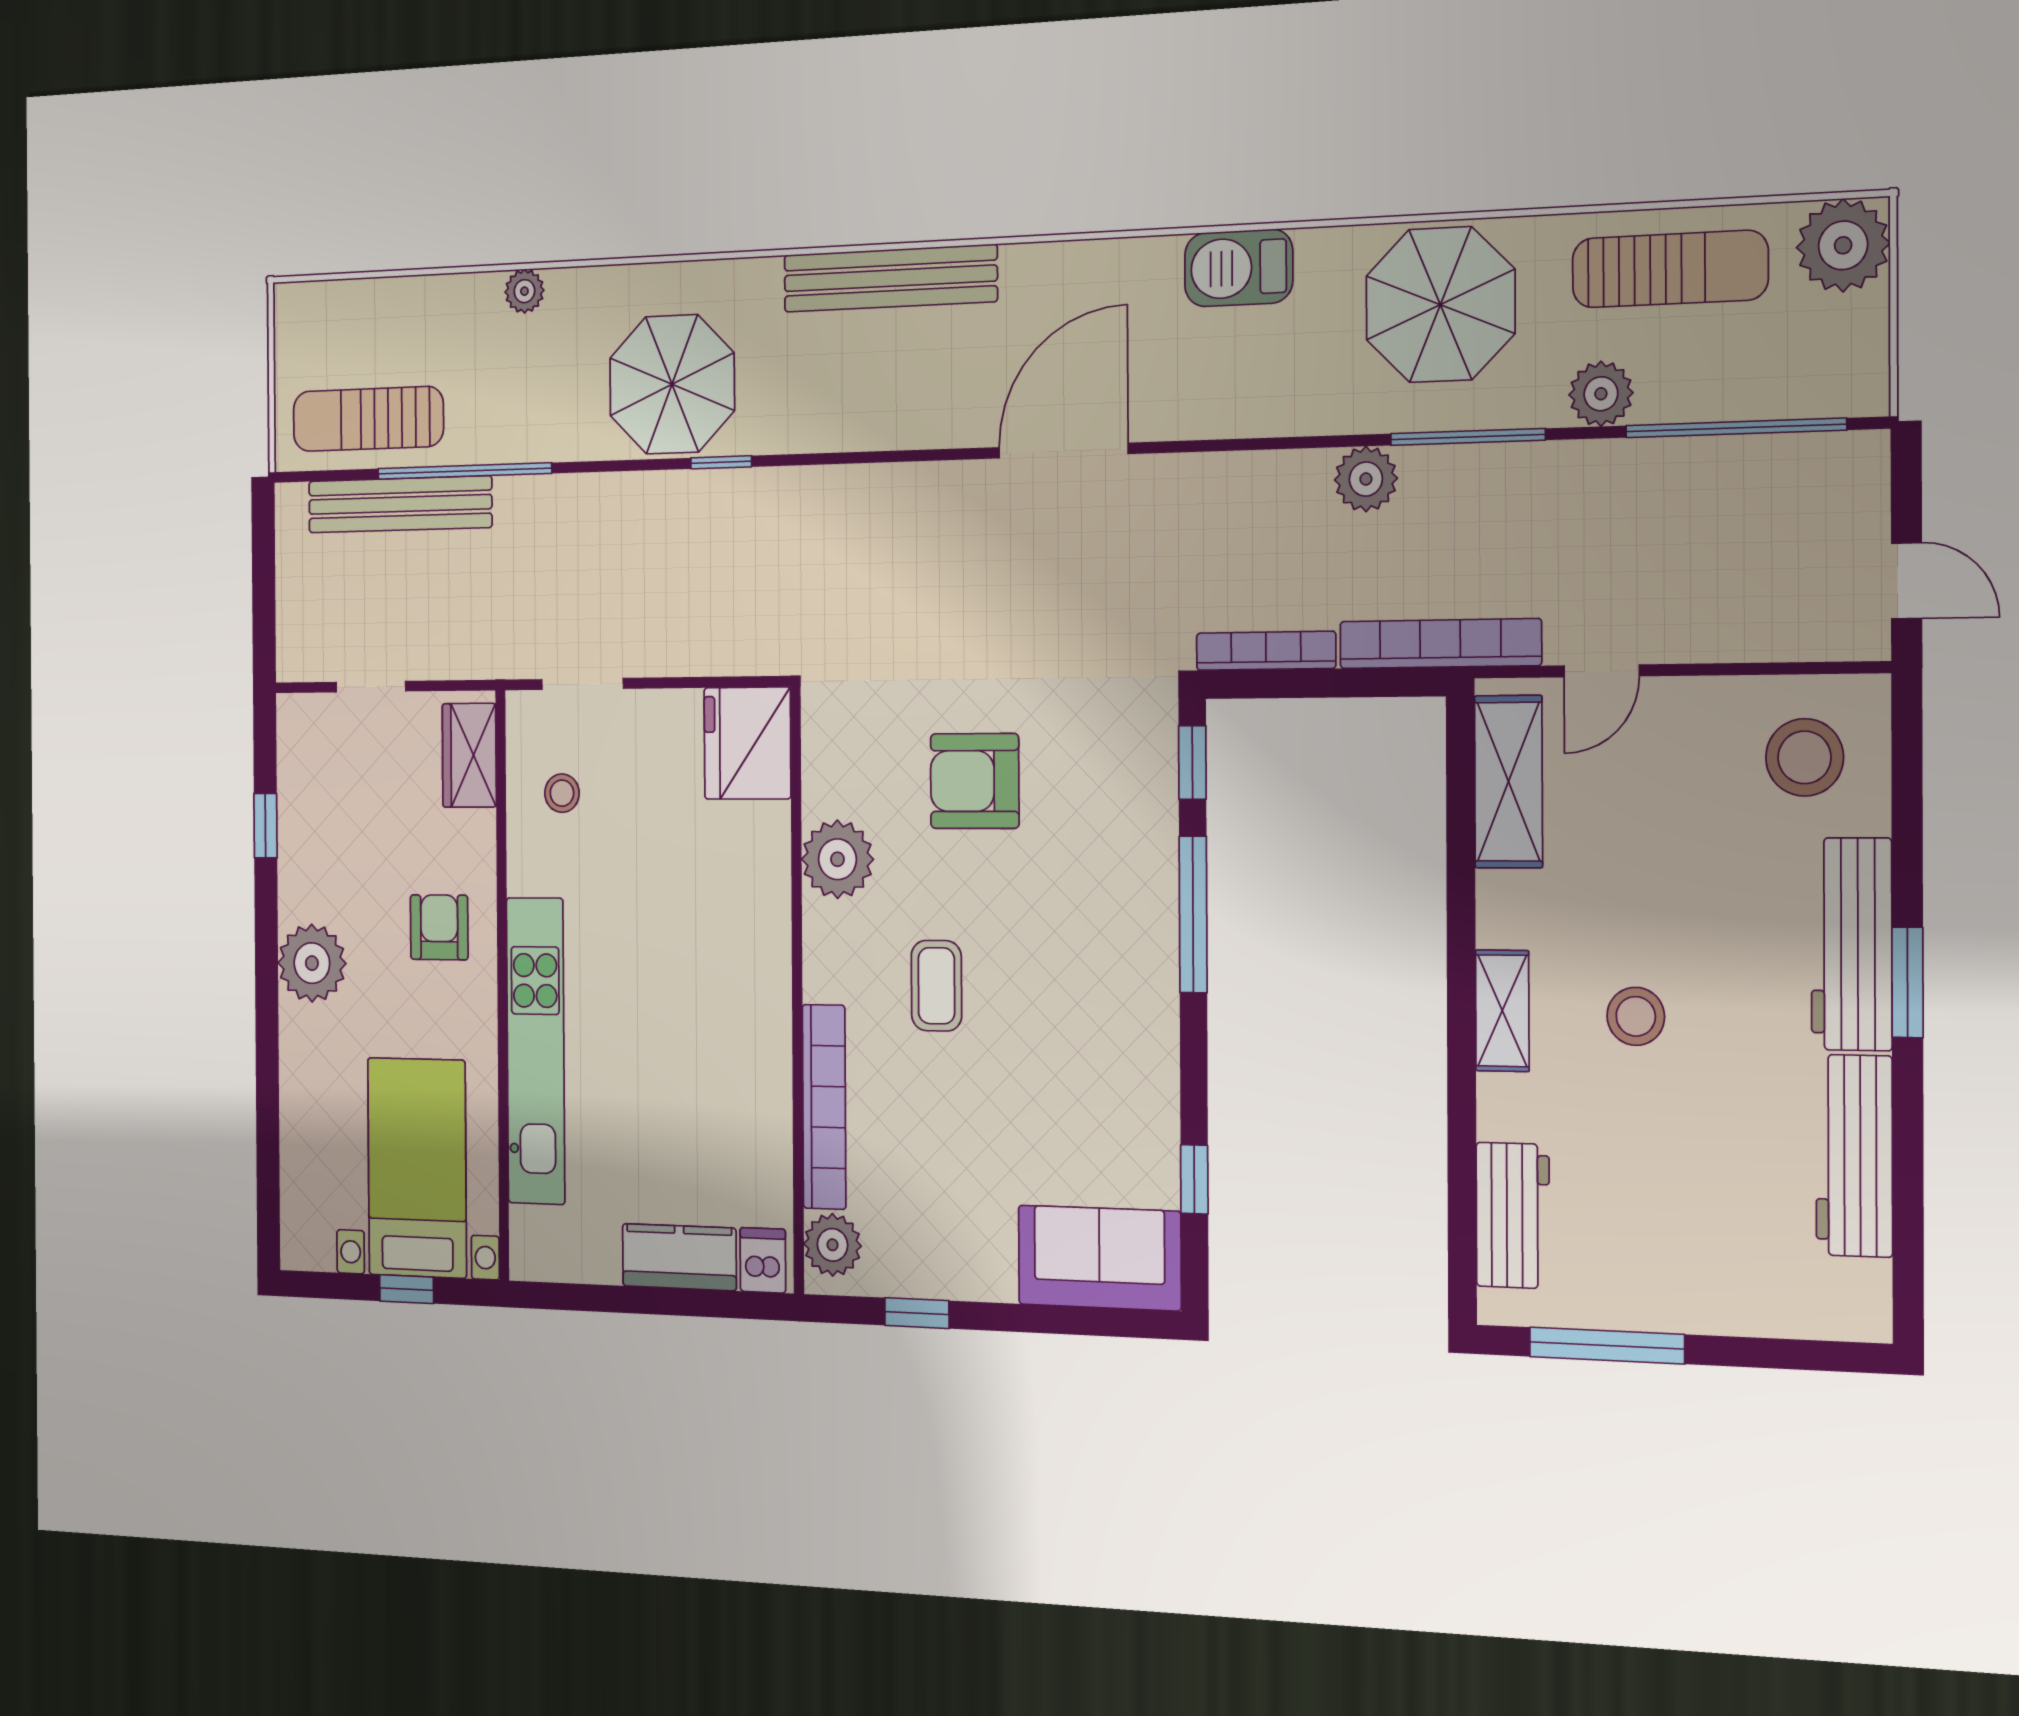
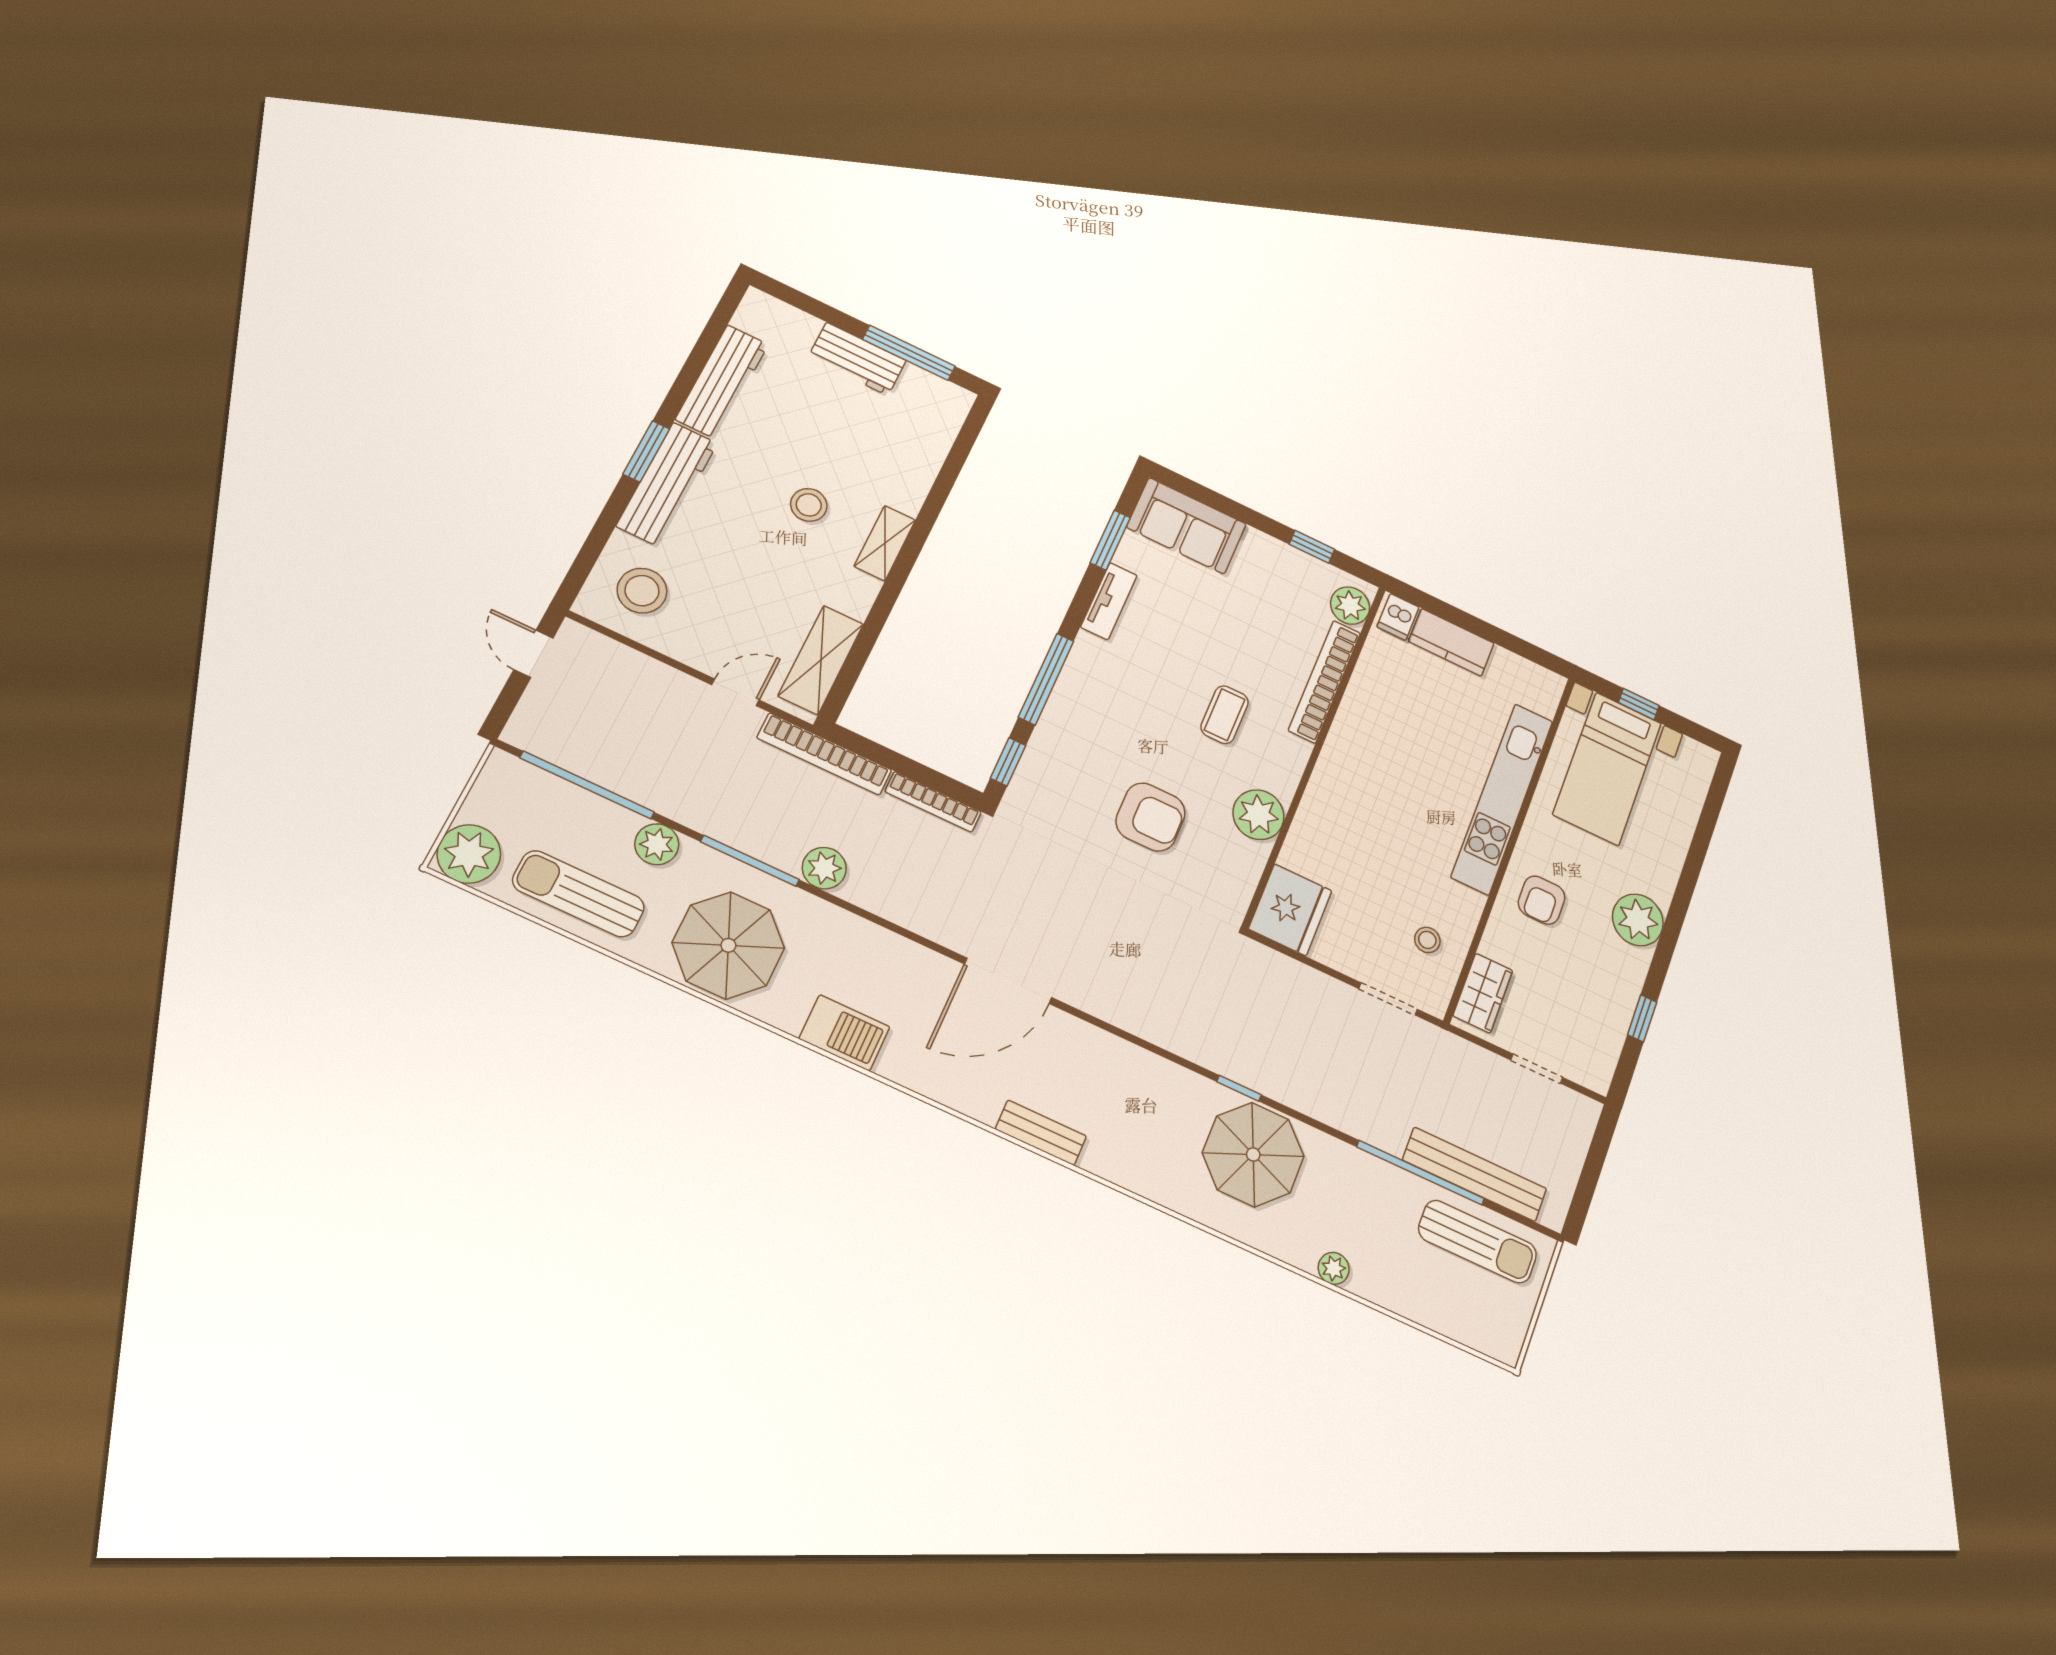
bench: (890, 278) -> (1041, 1133), width x0.54, depth x0.82
tv unit: (1158, 1080) -> (1109, 601), added
window: (1194, 1179) -> (1110, 540), width x1.50
workbench: (1513, 1215) -> (857, 359), moved, turned -90

